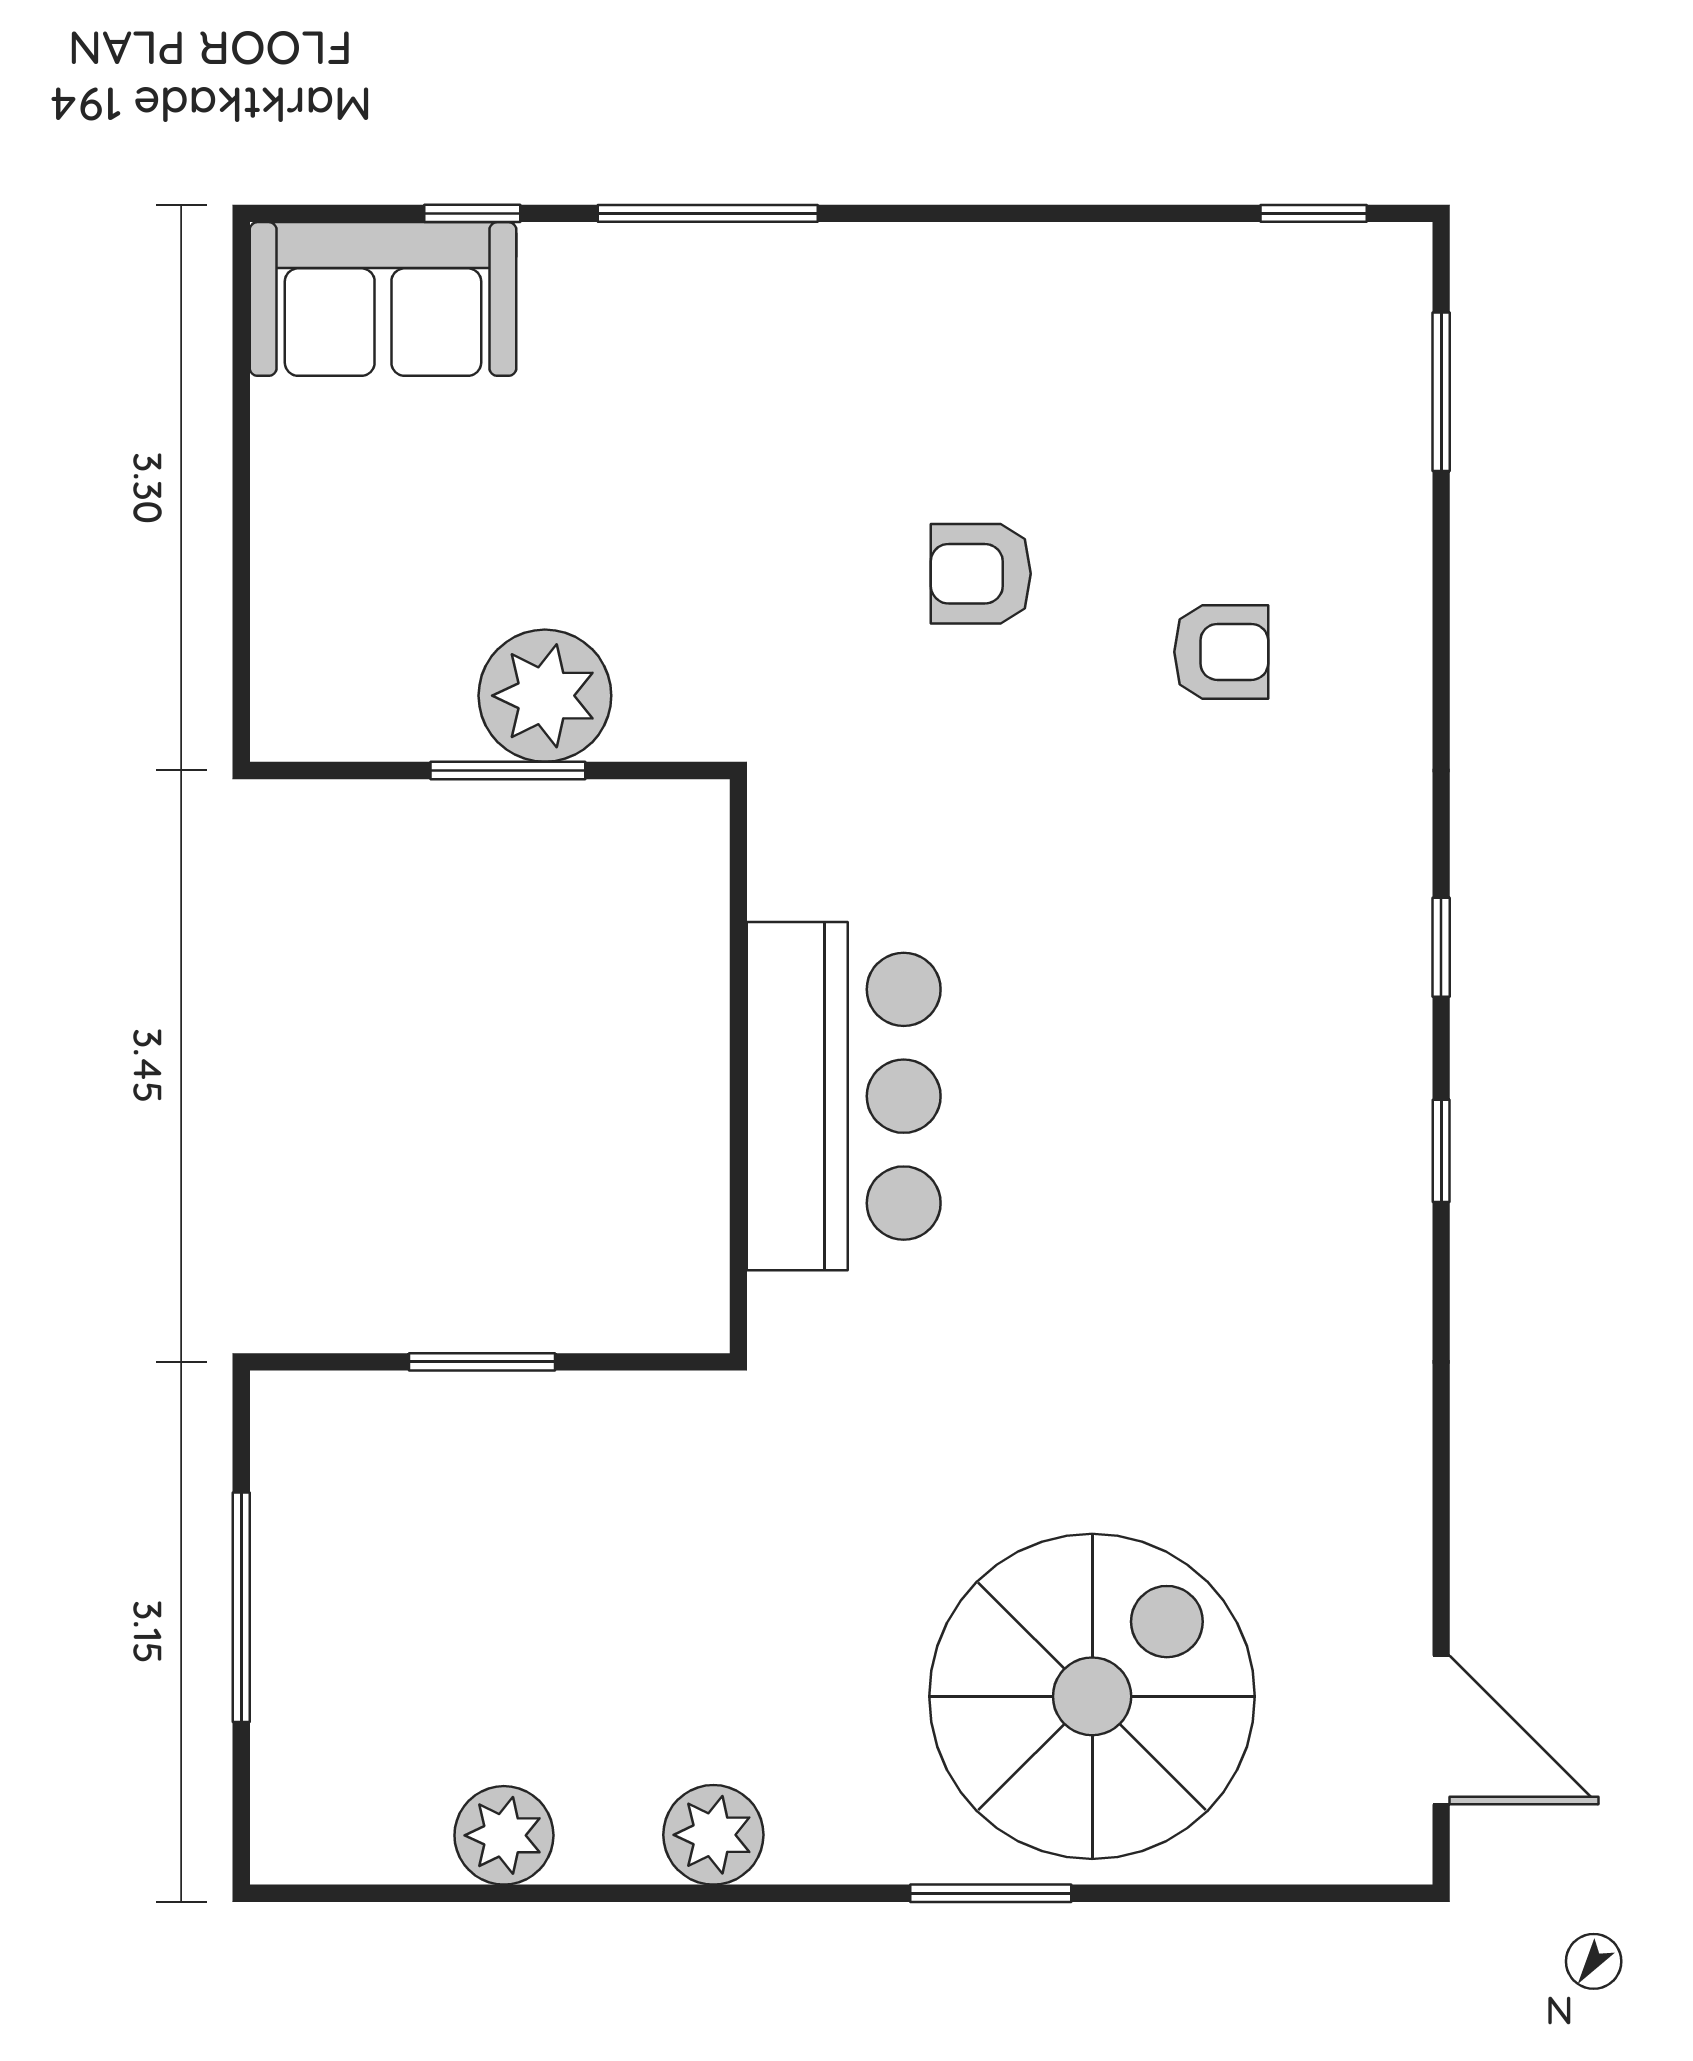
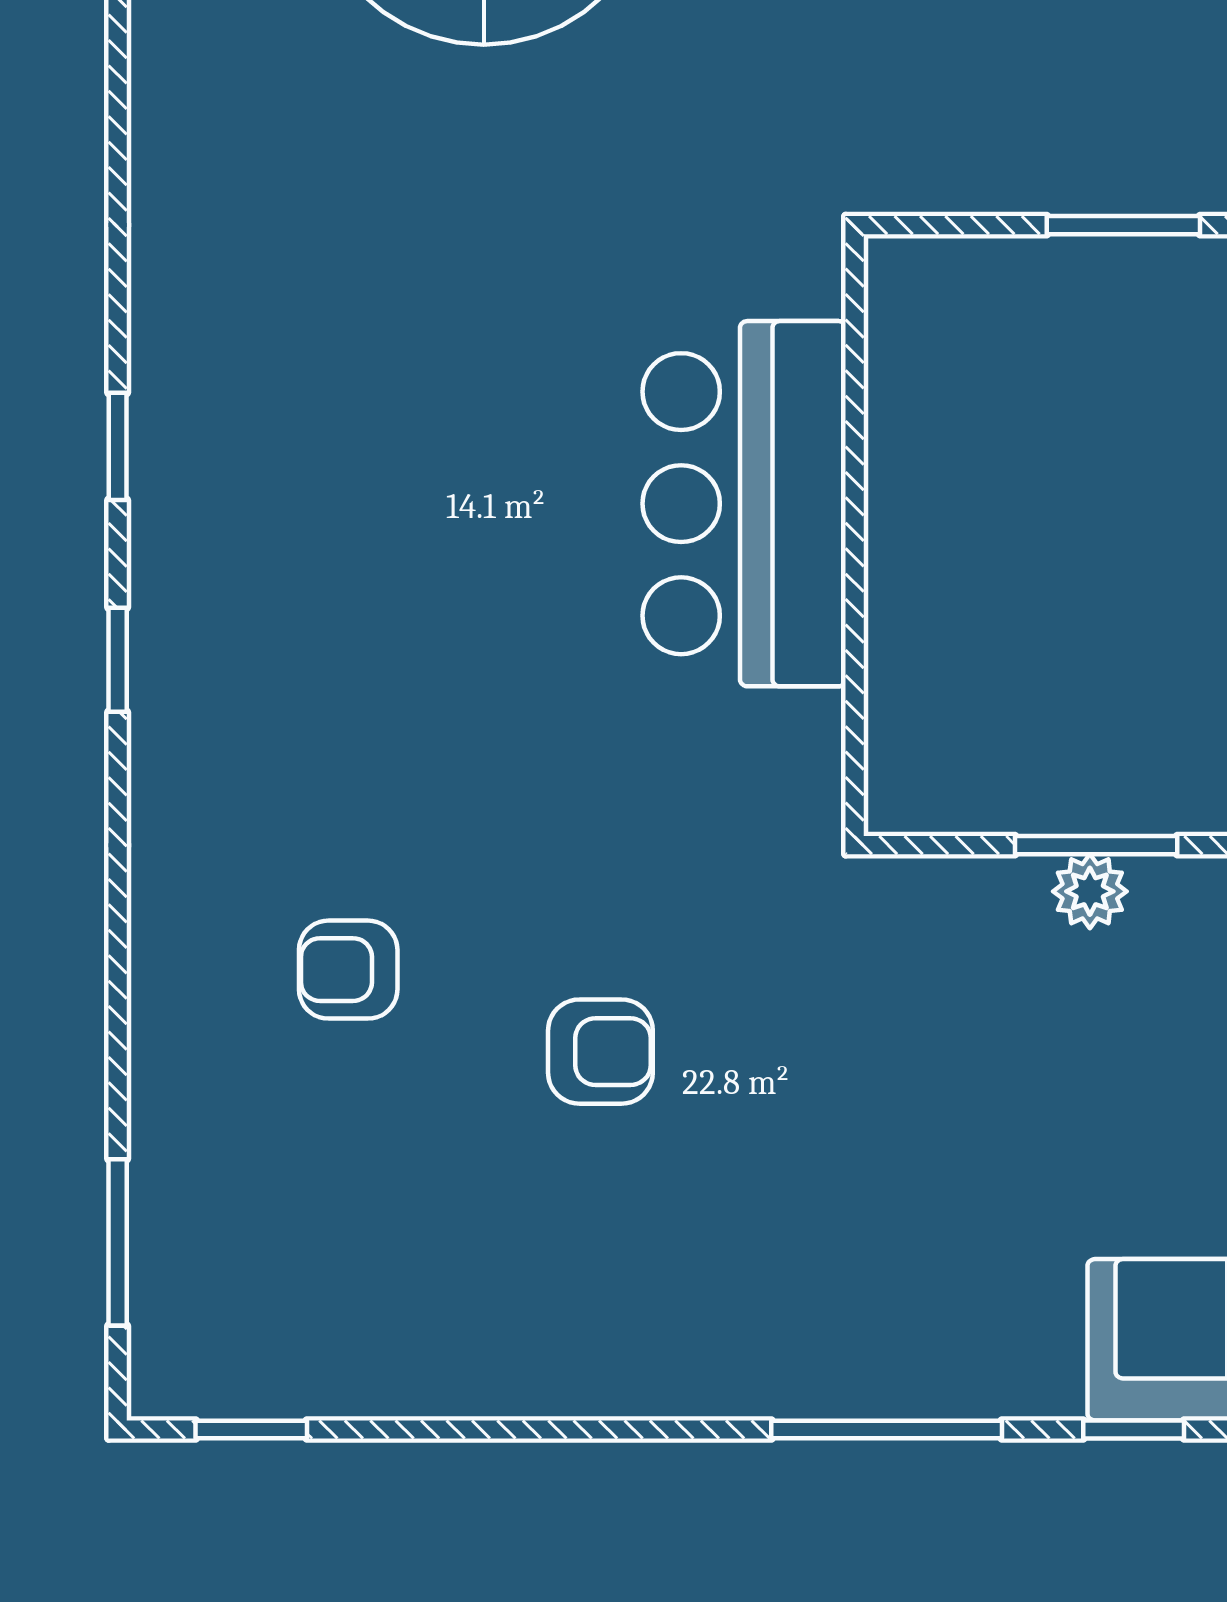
plant: (545, 696) -> (1090, 891), width x0.53, depth x0.53

